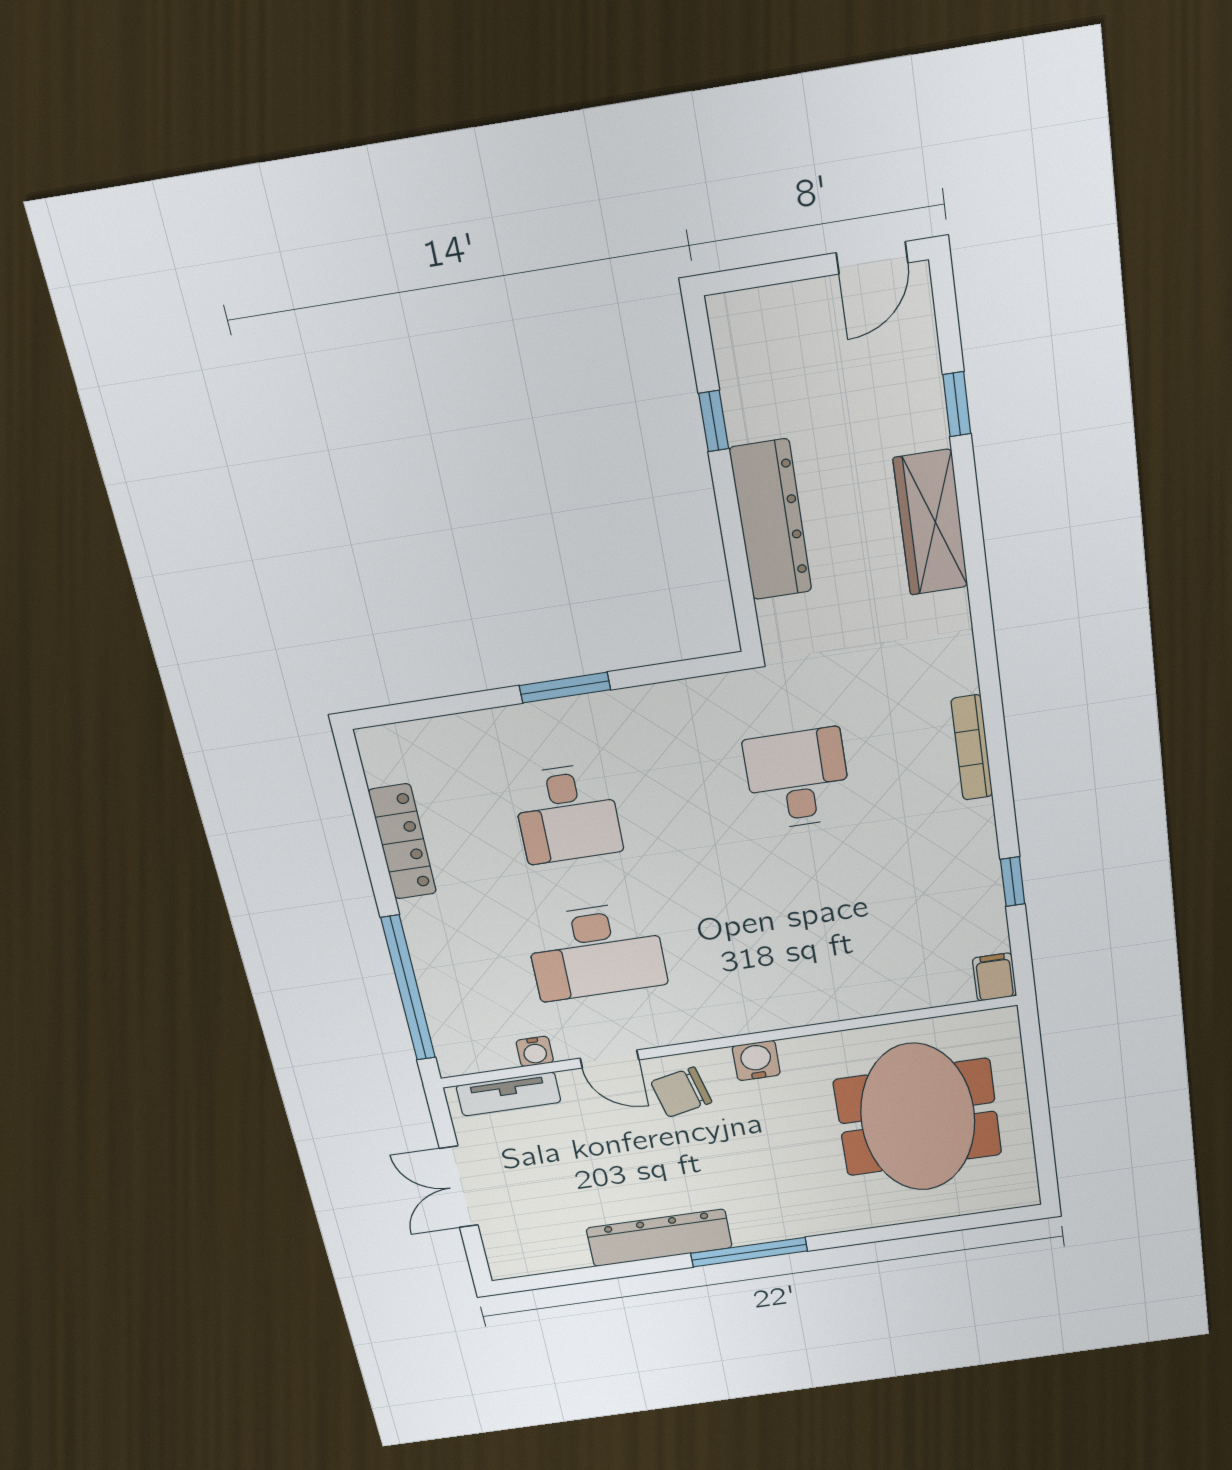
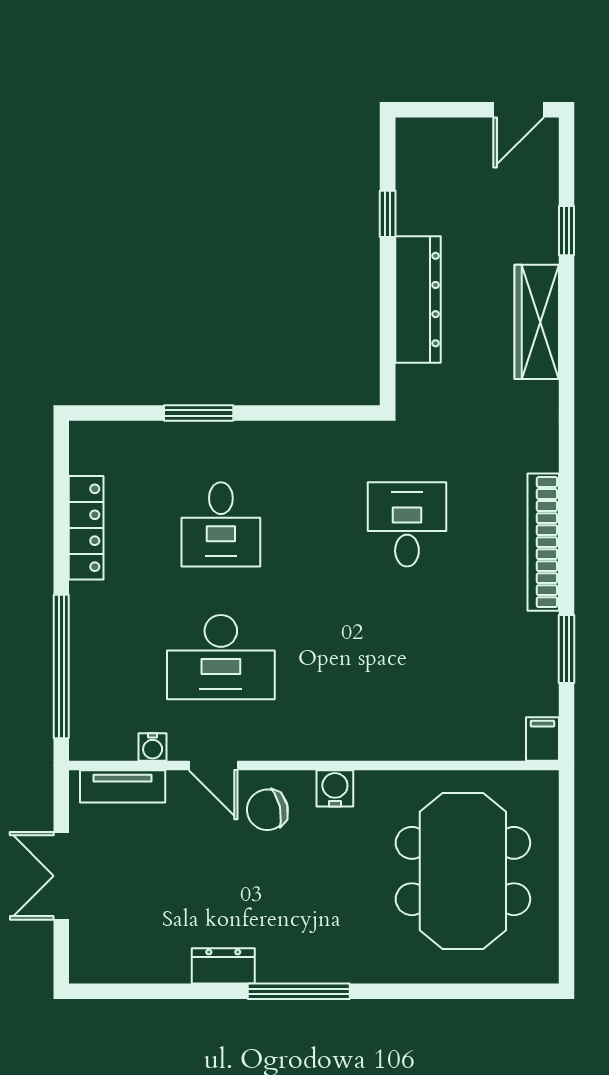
window: (565, 688) -> (199, 413), moved
bookcase: (972, 748) -> (543, 542), width x1.48, depth x1.31
window: (1013, 882) -> (567, 649), width x1.50
dresser: (659, 1238) -> (223, 966), width x0.51, depth x0.80

